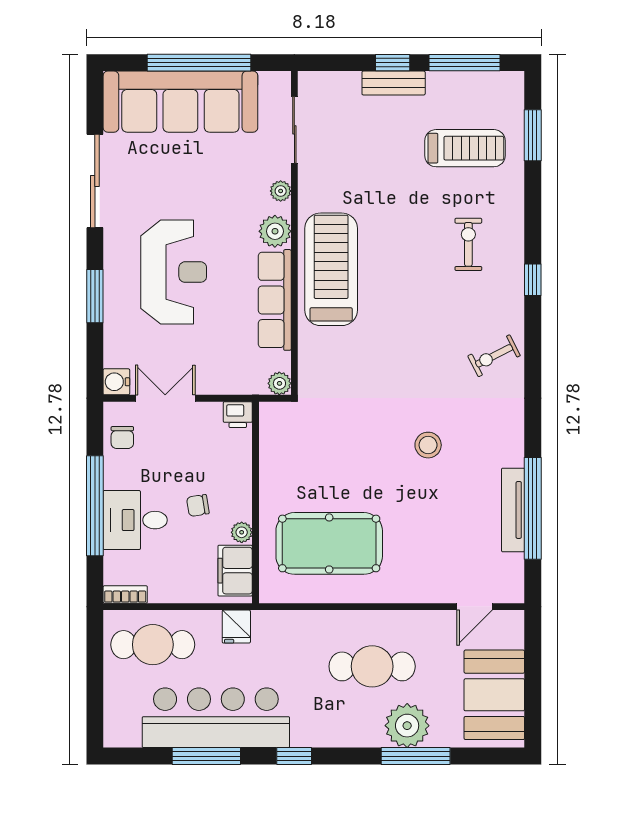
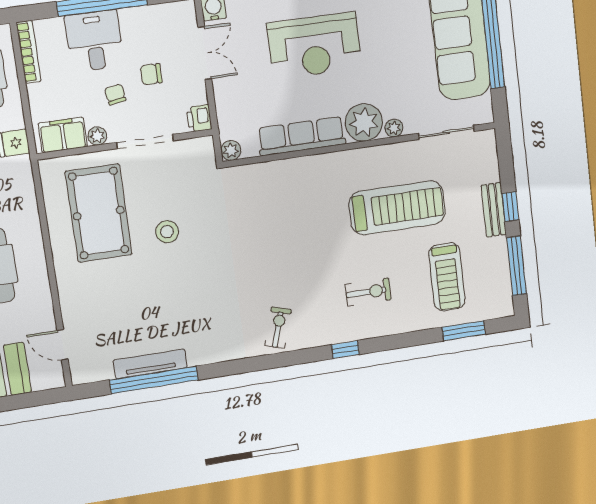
plant: (275, 231) -> (364, 122), width x1.36, depth x1.36
treadmill: (331, 269) -> (397, 208), moved
exercise bike: (494, 356) -> (278, 328), turned 44
chair: (122, 437) -> (151, 74), moved
stool: (428, 445) -> (167, 232), moved
doorway: (255, 480) -> (145, 142), added
bookcase: (125, 594) -> (29, 52), width x1.56

